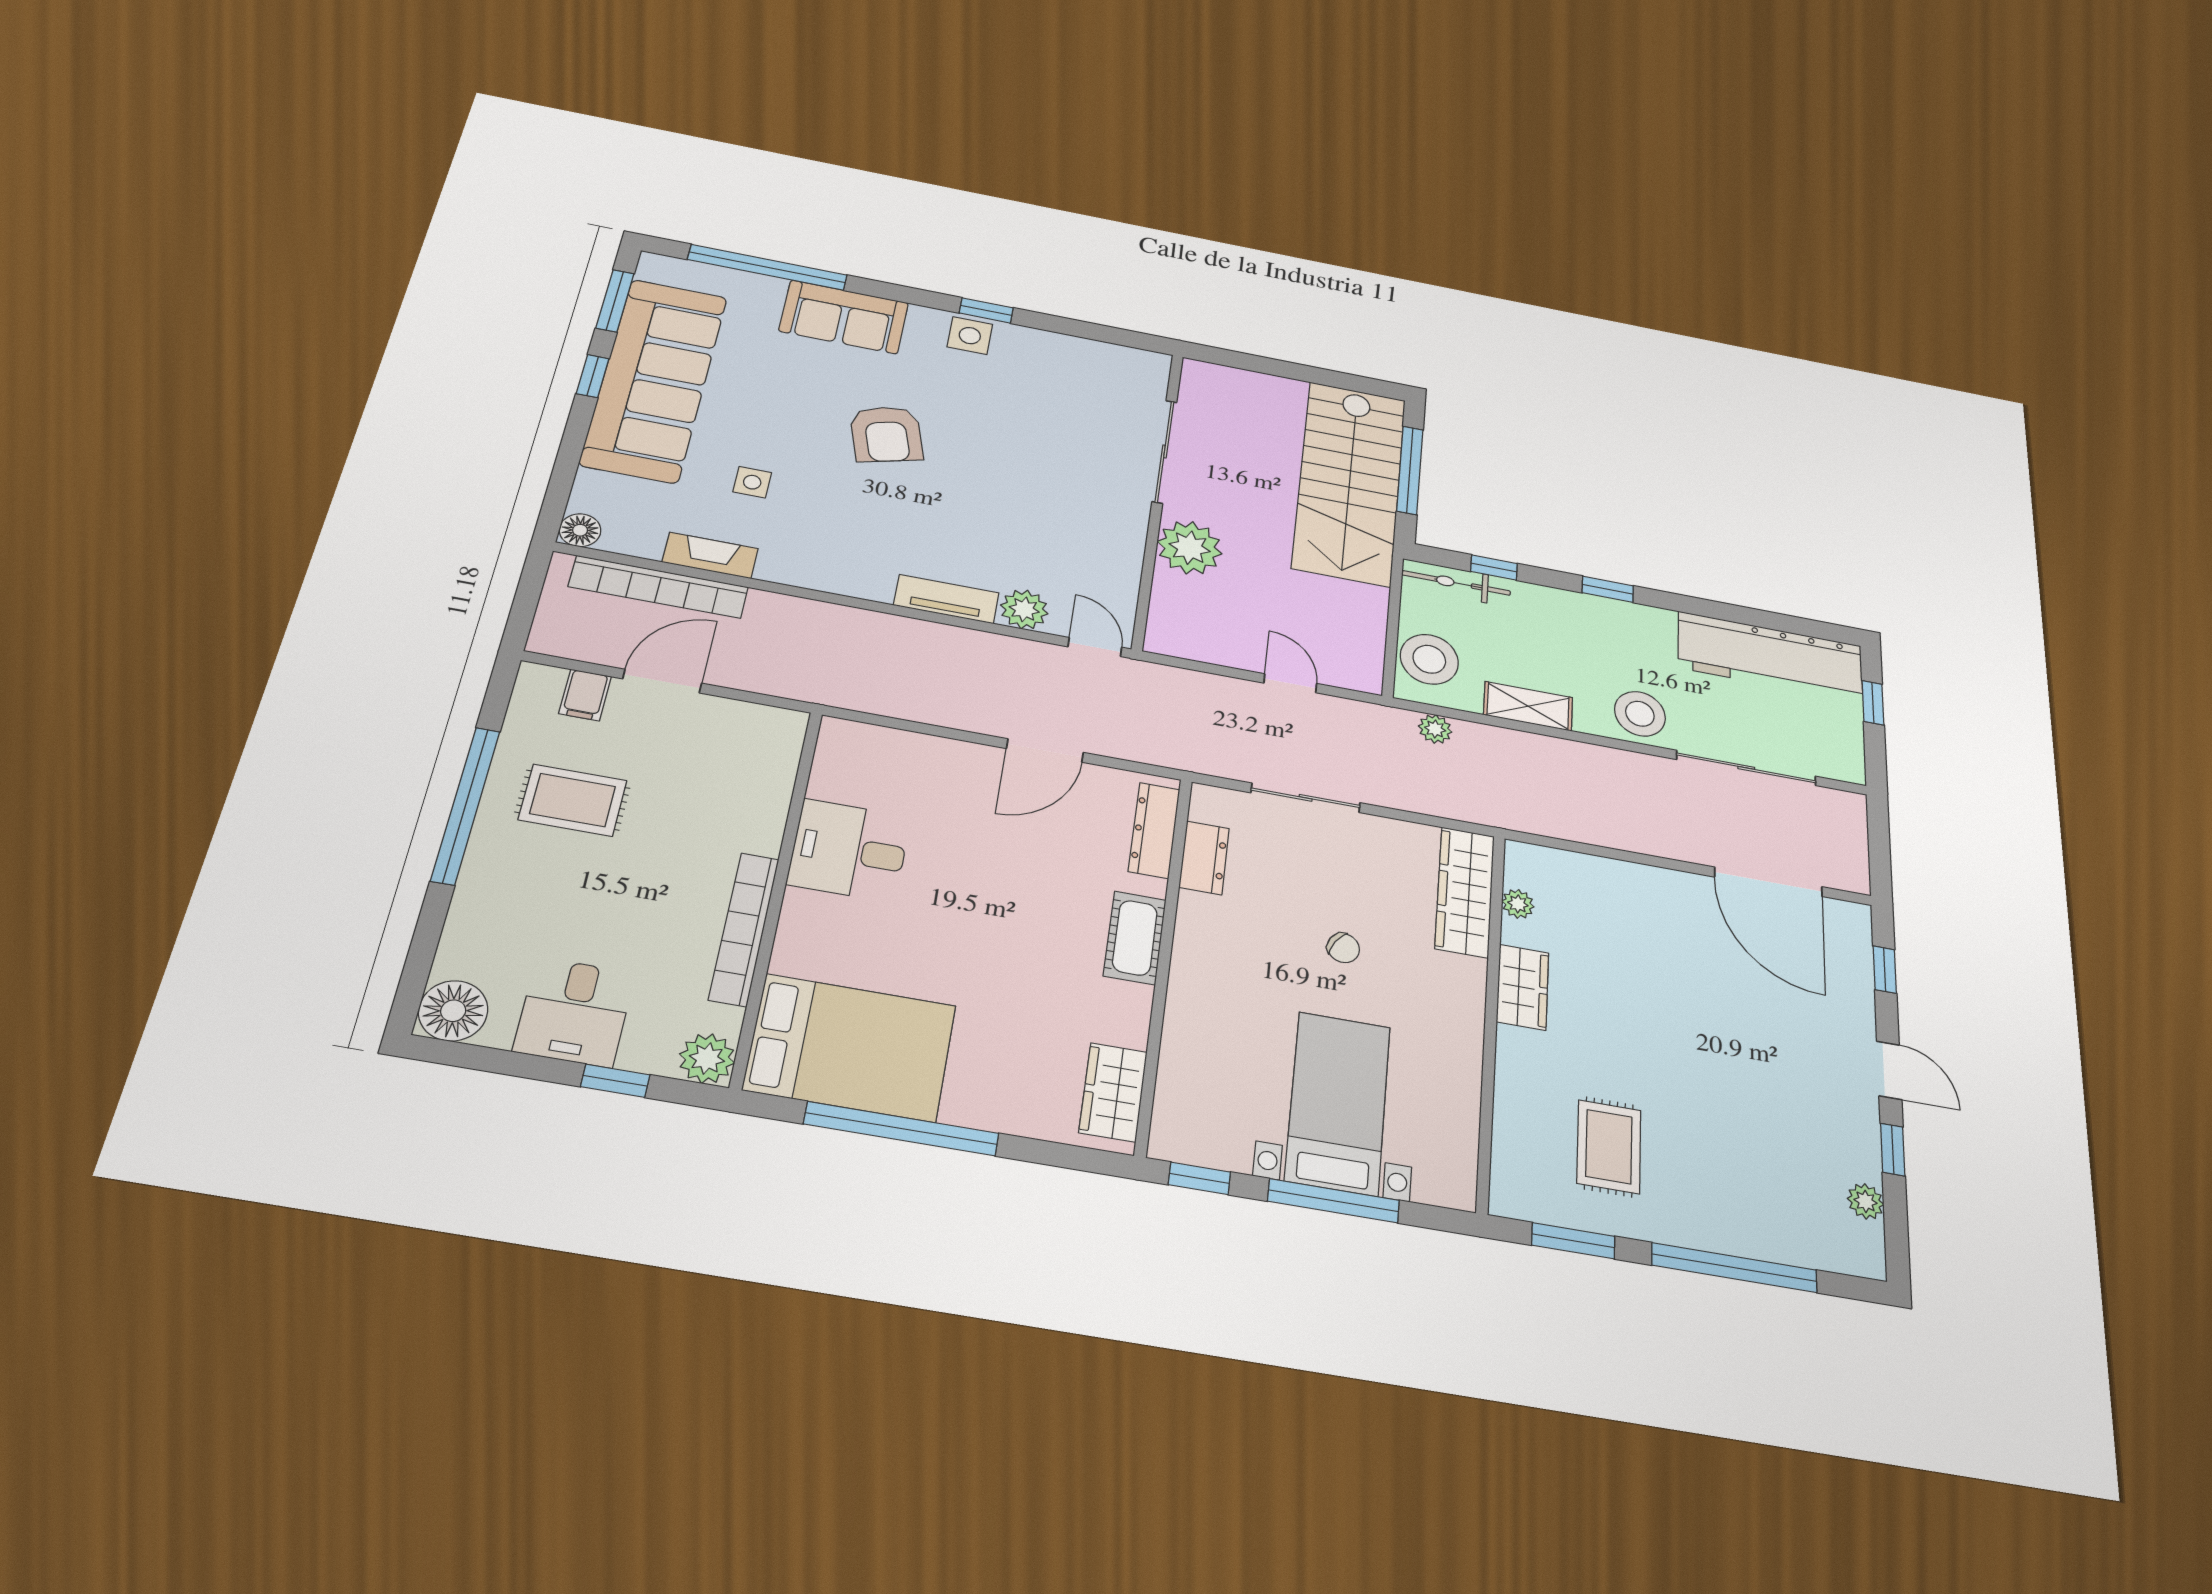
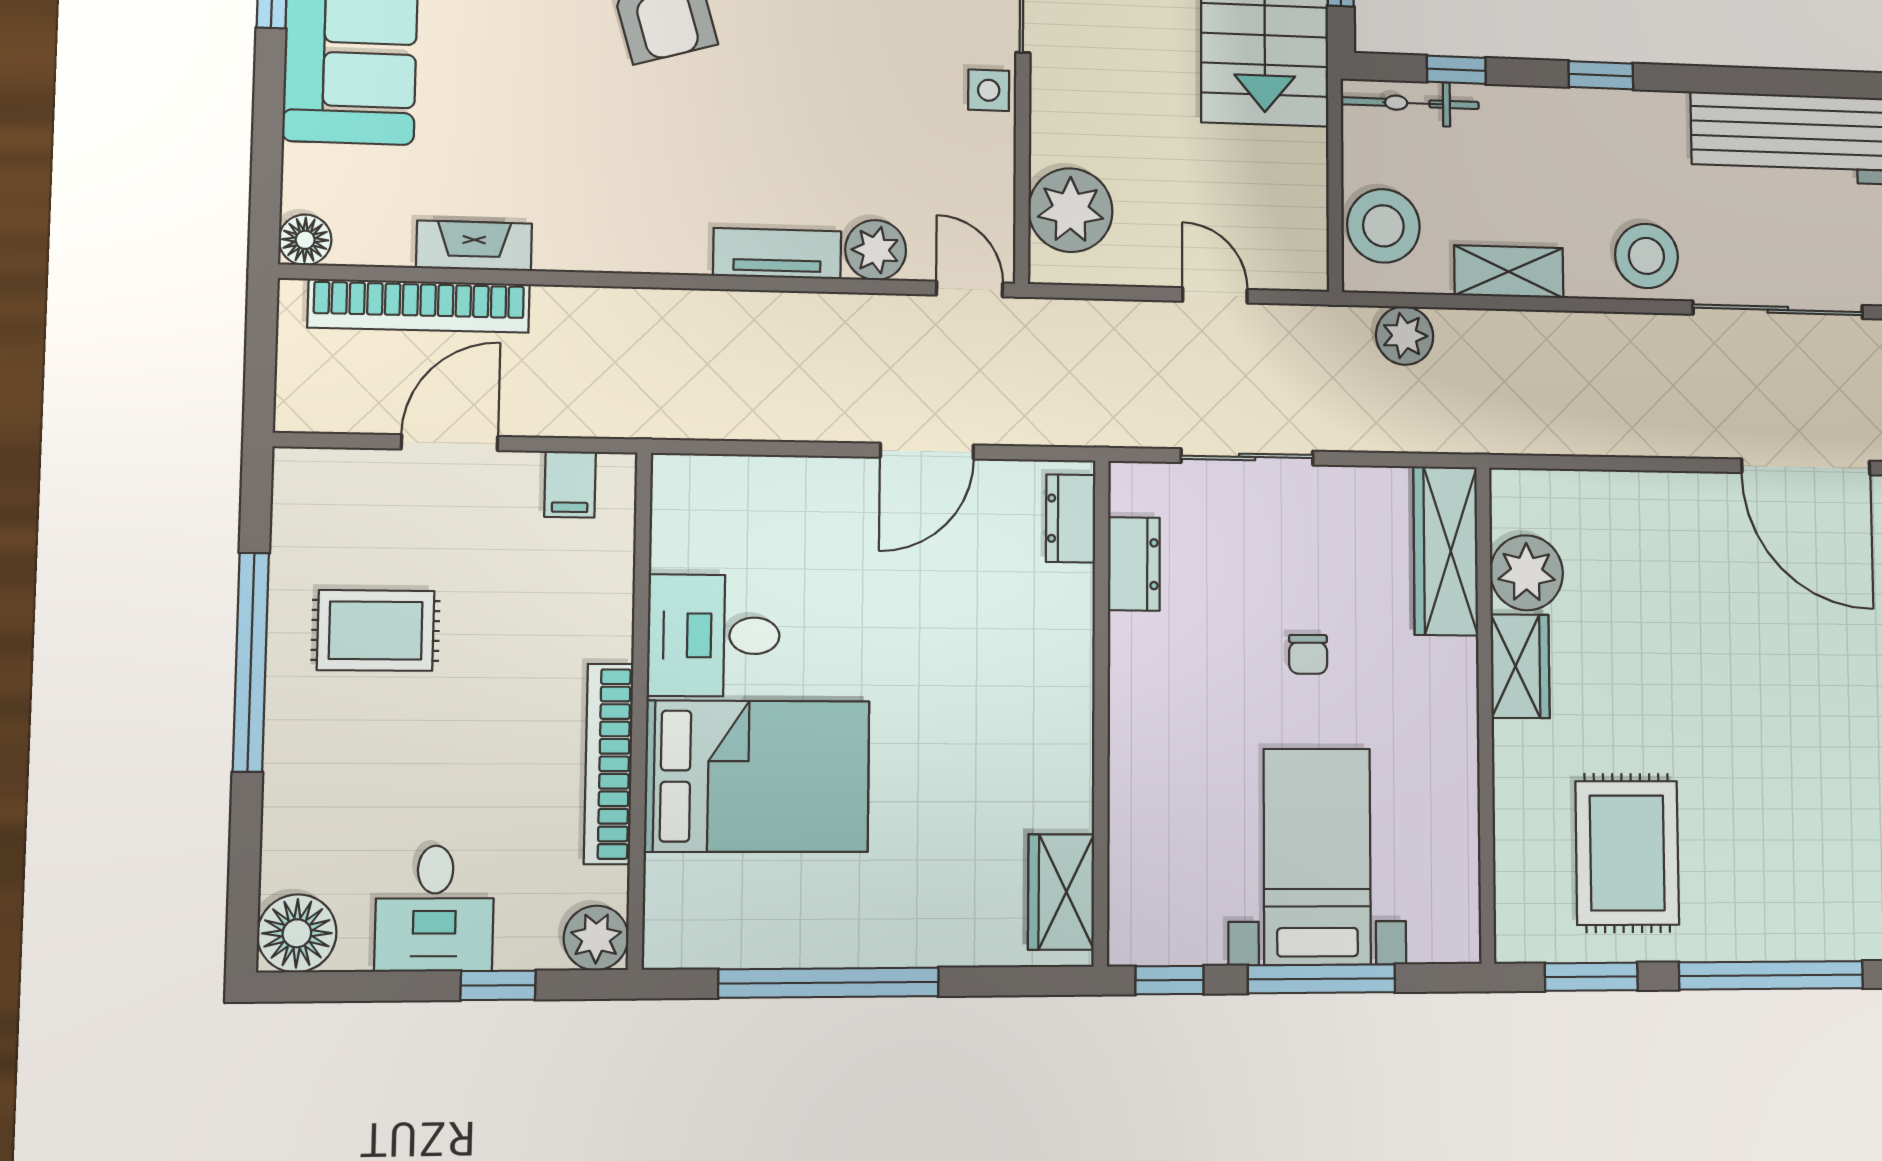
side table: (752, 482) -> (989, 90), moved
plant: (1190, 548) -> (1071, 210), moved
filing cabinet: (585, 695) -> (570, 484), moved
plant: (1435, 729) -> (1405, 336), width x1.38, depth x1.38
dresser: (1154, 830) -> (1071, 518), width x0.70
plant: (1518, 904) -> (1527, 573), width x1.87, depth x1.87
cot: (1135, 938) -> (1064, 688), removed
chair: (1343, 948) -> (1308, 654), turned 58
bed: (850, 1047) -> (757, 776), moved
rug: (1609, 1147) -> (1627, 853), width x1.36, depth x1.43

